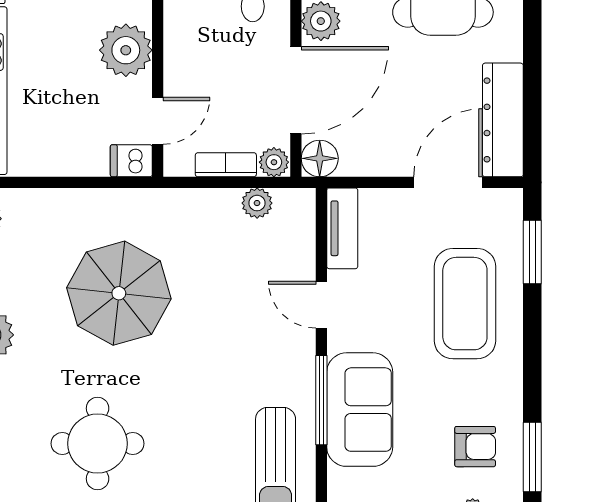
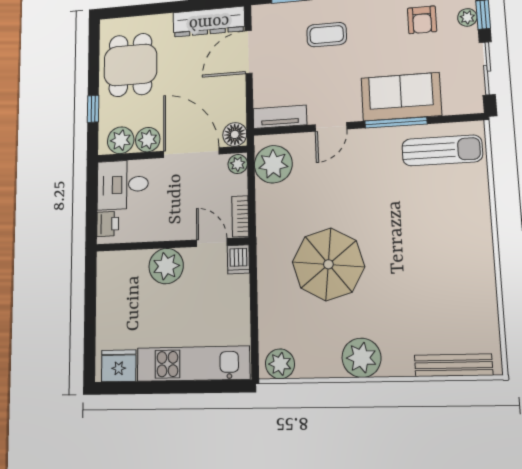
bookcase: (226, 165) -> (240, 216), moved
door: (448, 182) -> (249, 52), hinge flipped
plant: (257, 203) -> (273, 164), width x1.87, depth x1.87
coffee table: (465, 304) -> (327, 35), width x0.54, depth x0.58
round table: (98, 444) -> (435, 275), removed
armchair: (475, 447) -> (422, 20), turned 180

